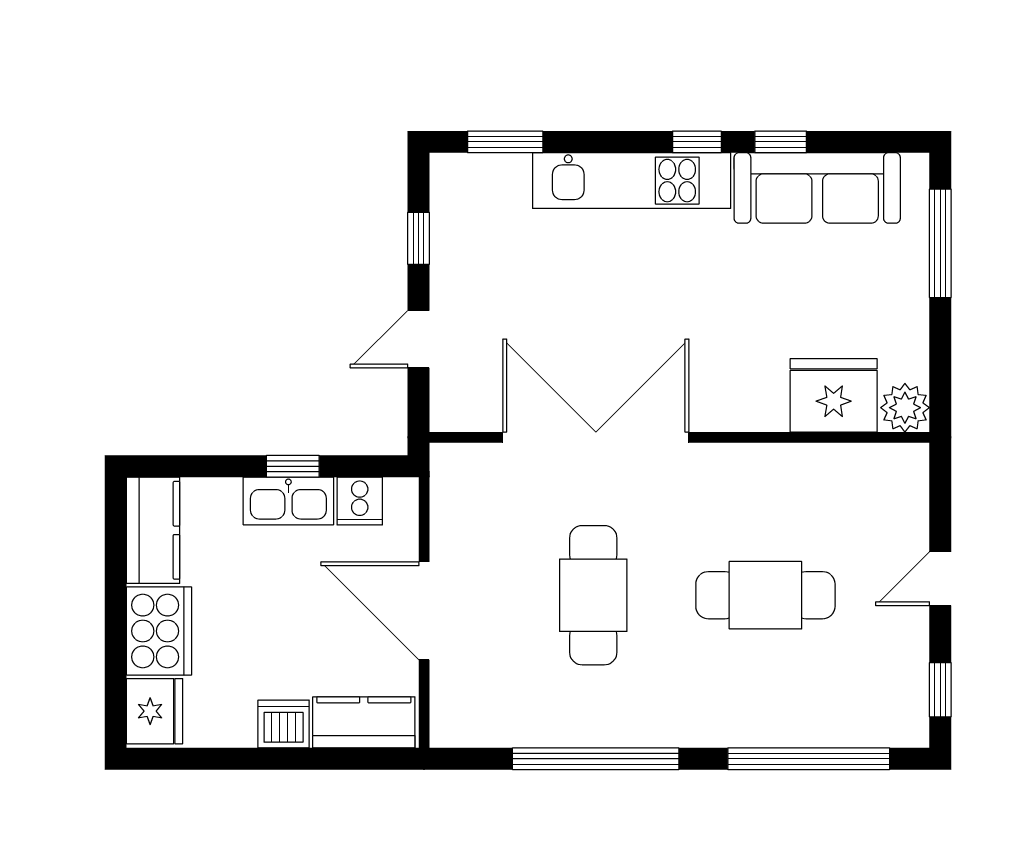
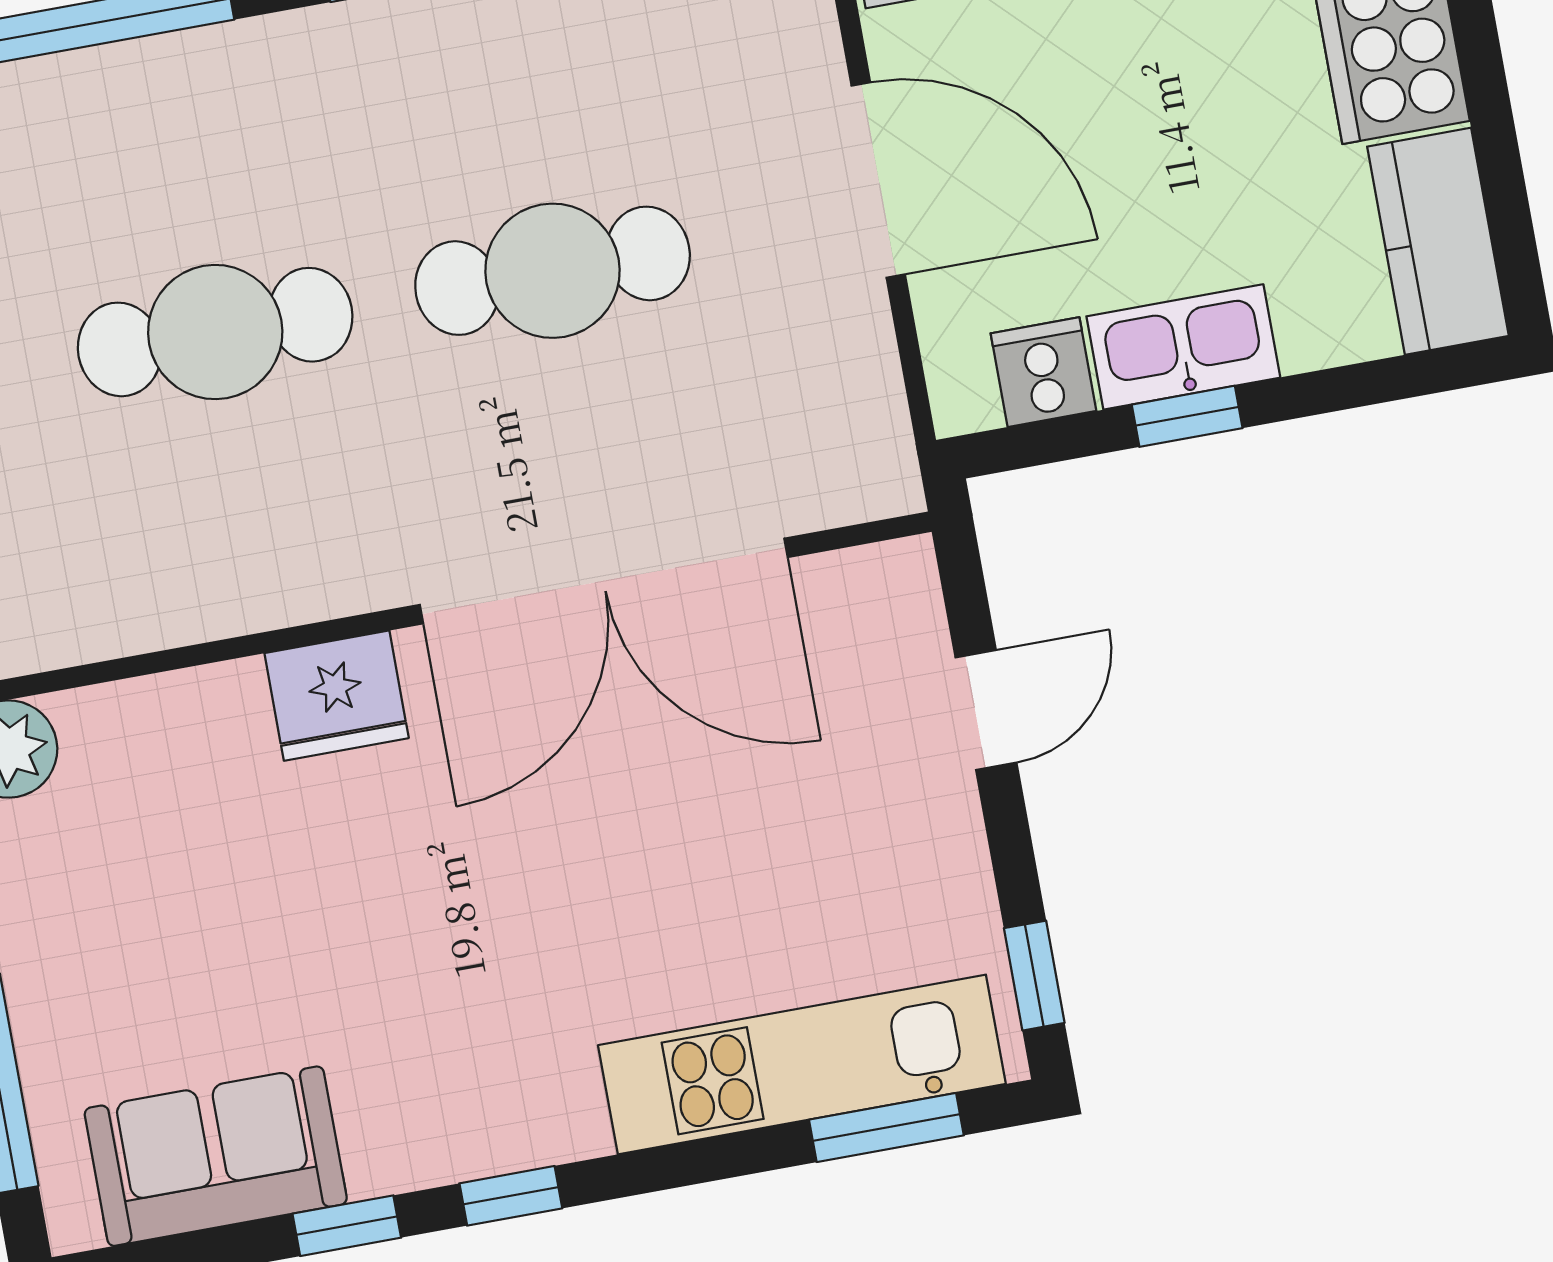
kitchen unit: (632, 181) -> (802, 1065), moved
sofa: (817, 188) -> (216, 1156), width x0.73
window: (418, 238) -> (1034, 976), moved
fridge: (834, 395) -> (337, 696), moved, width x0.73, depth x0.75
cafe table: (593, 595) -> (553, 271), turned 90

